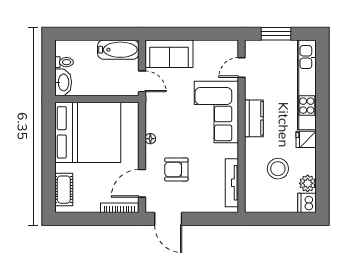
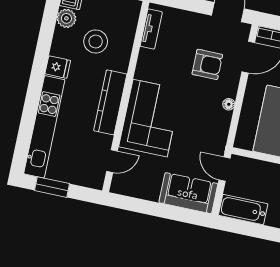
window: (276, 34) -> (52, 187), moved
kitchen counter: (254, 118) -> (110, 102), width x1.50
tv unit: (232, 183) -> (151, 29), width x0.71

